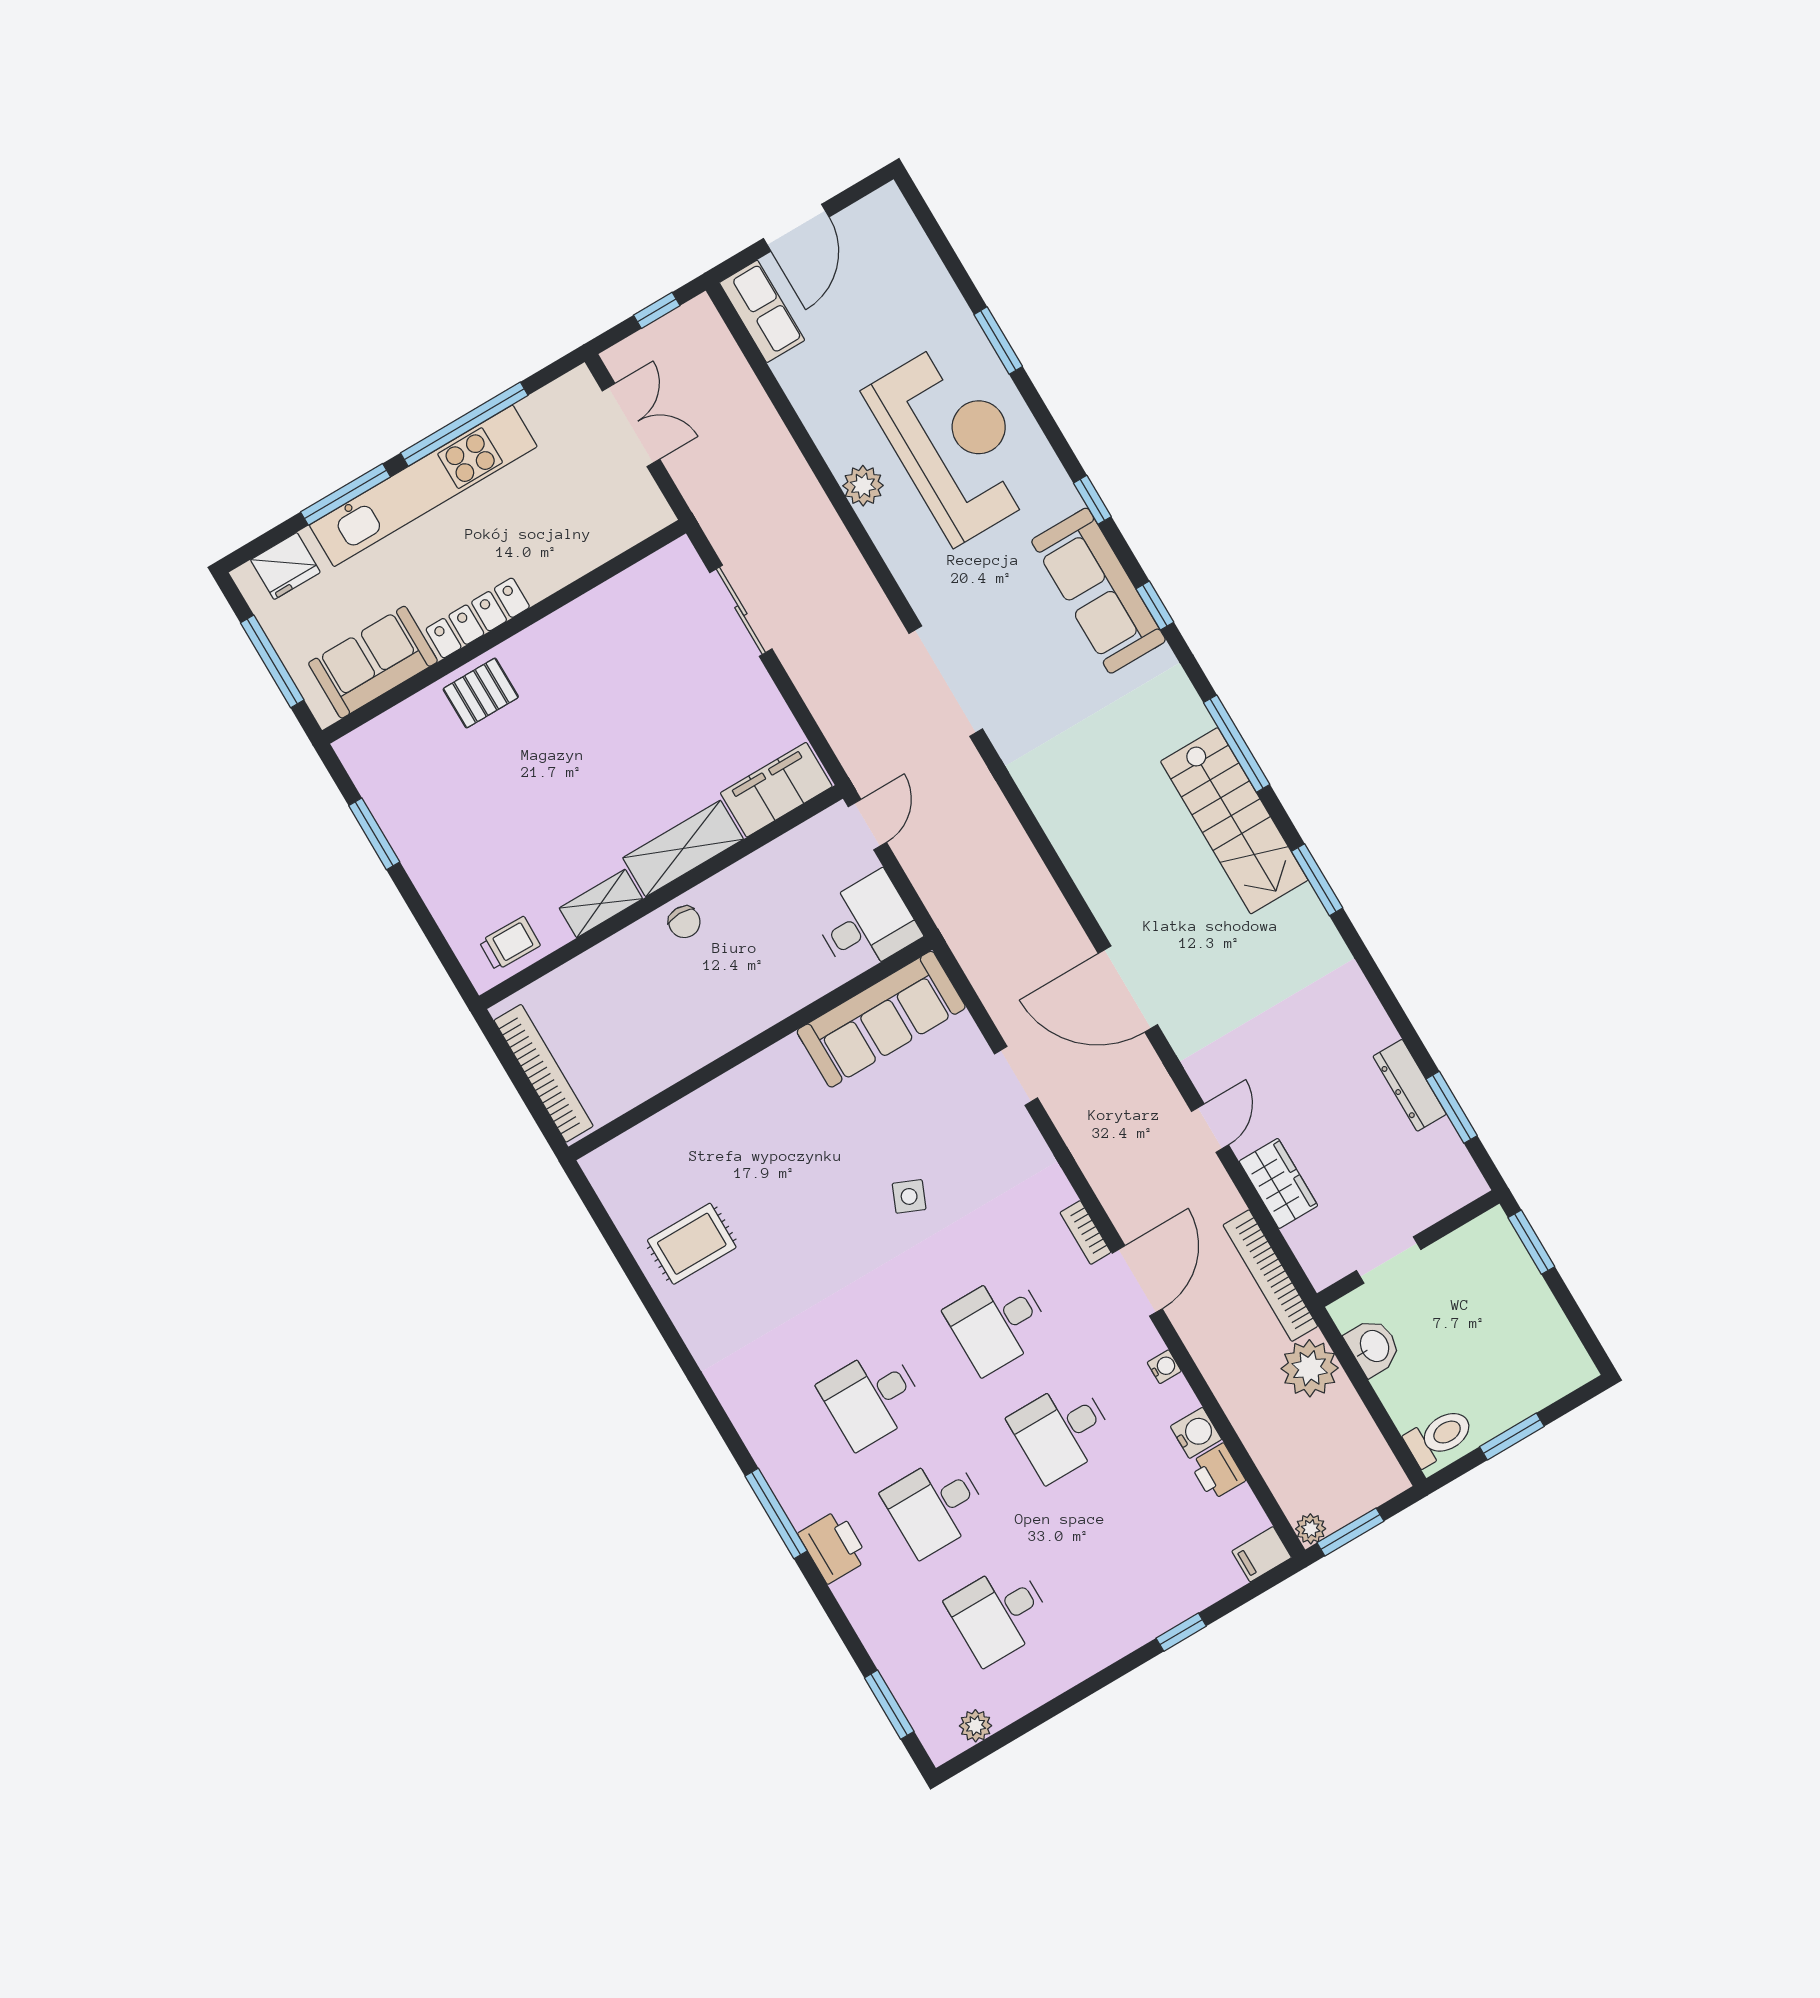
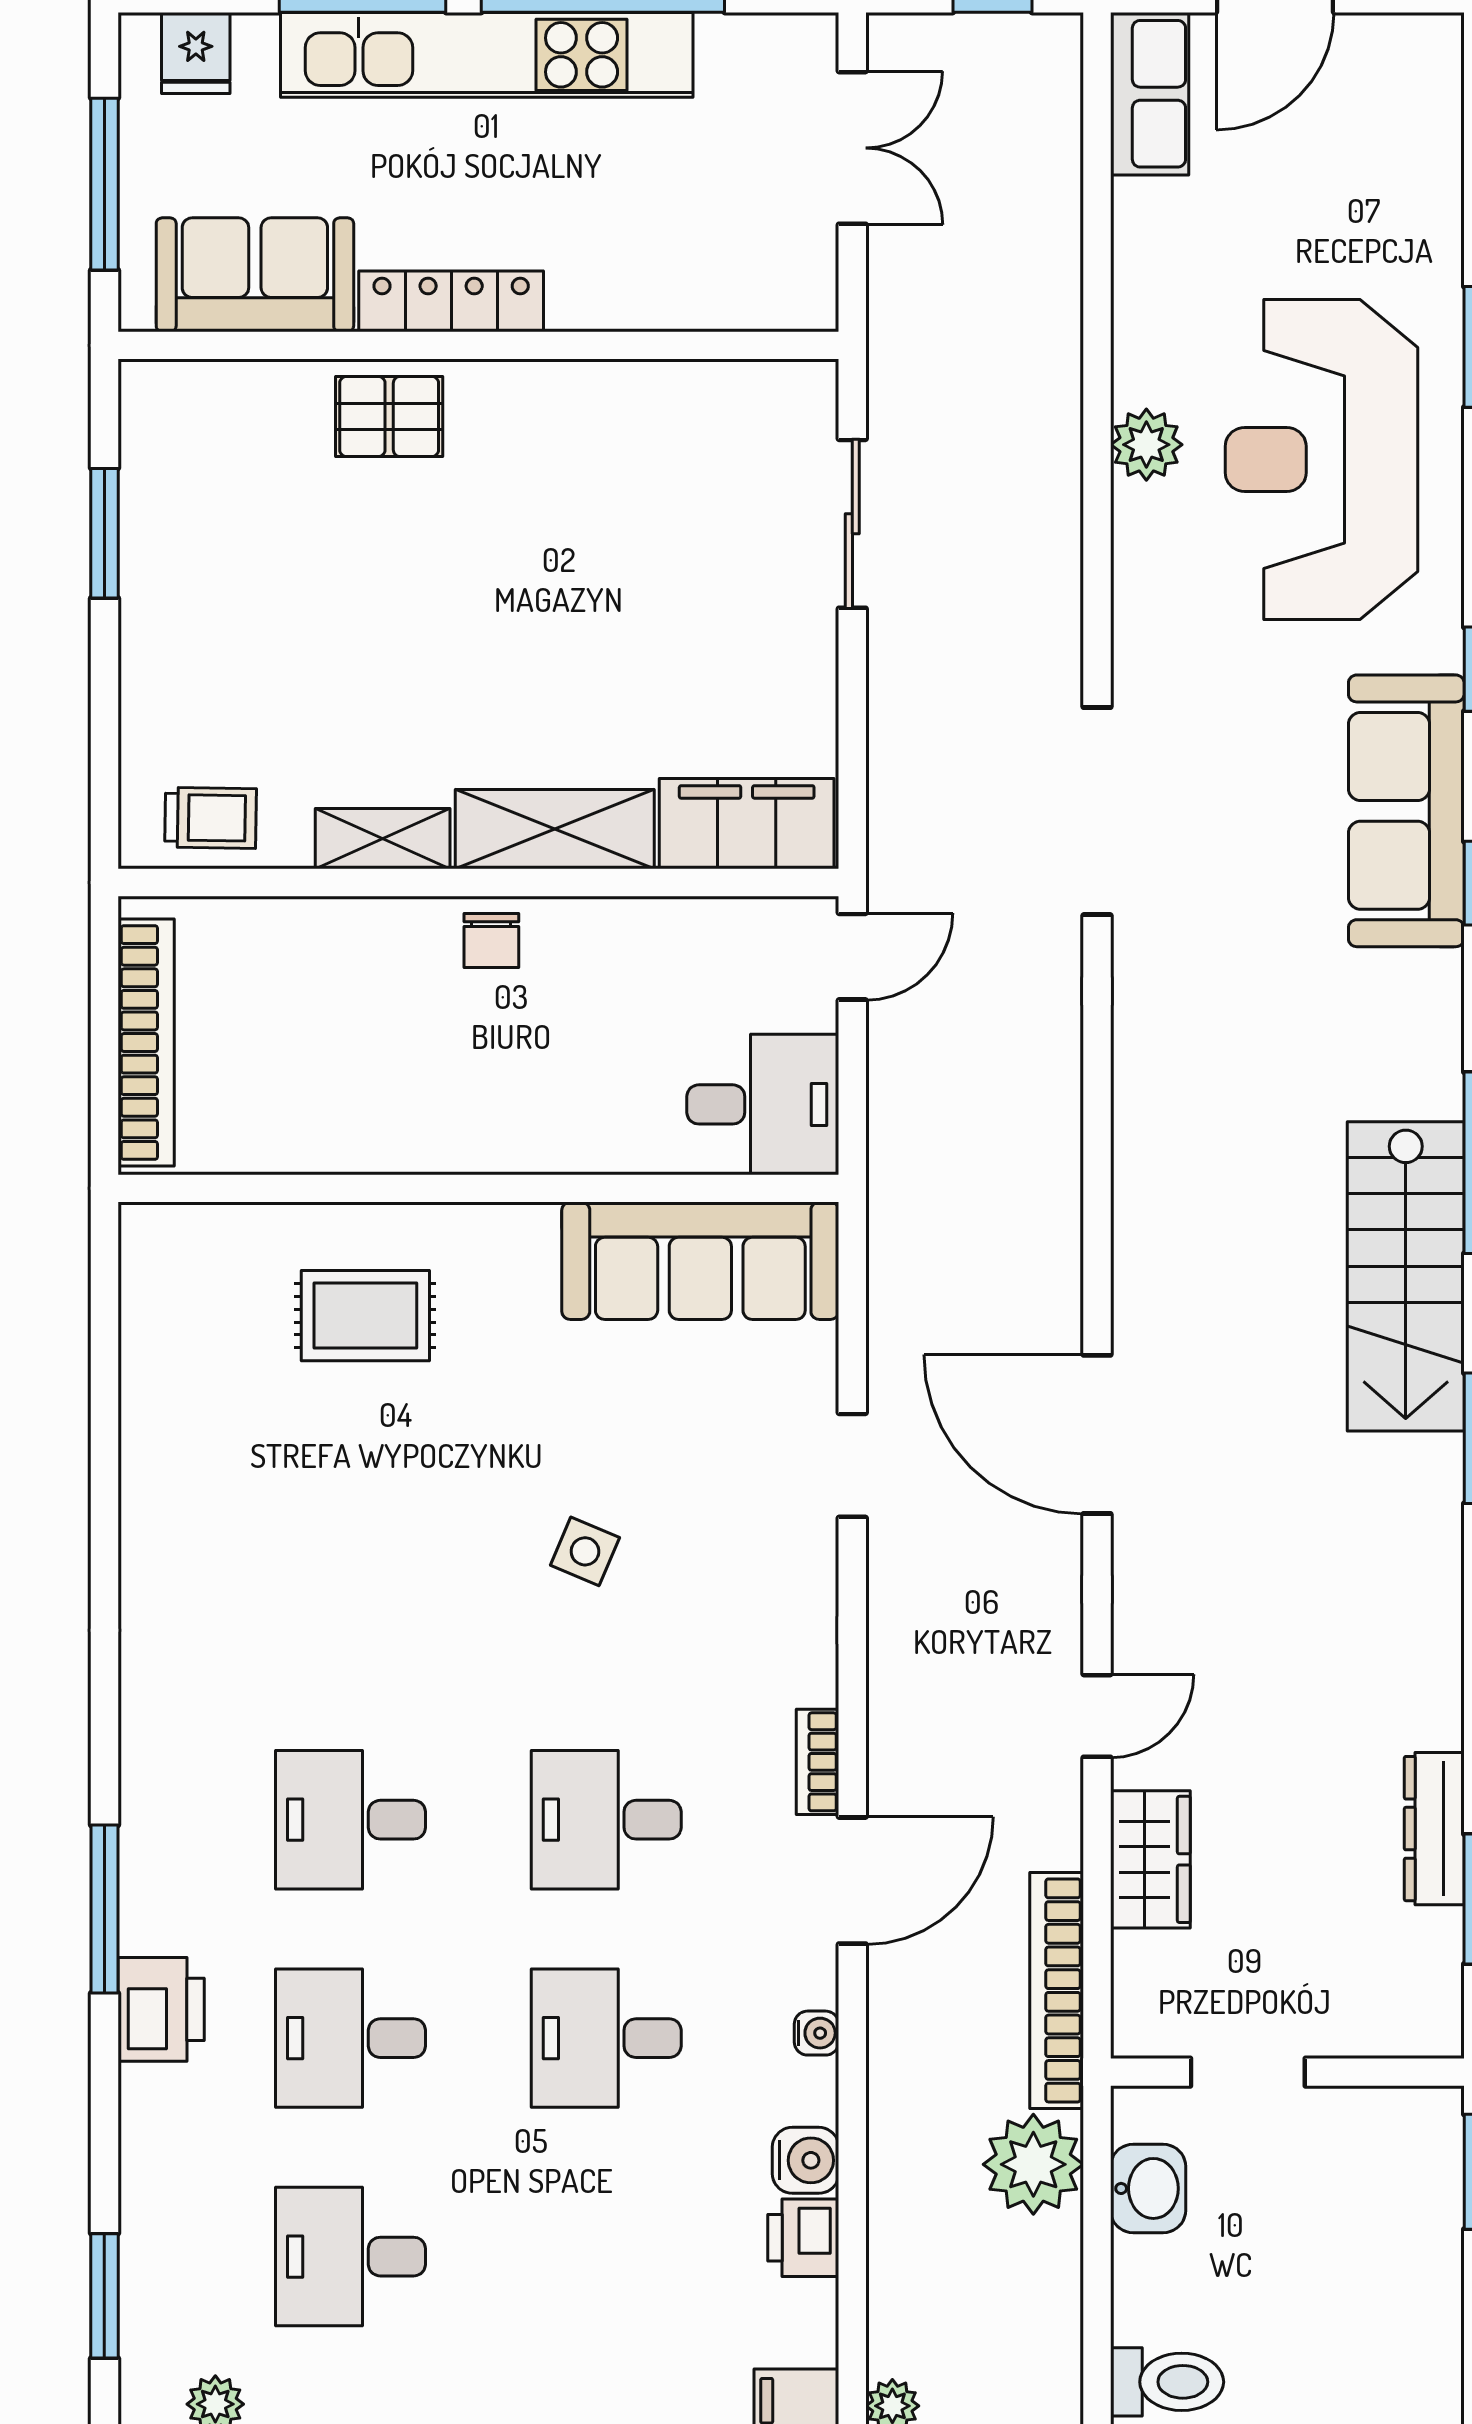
reception desk: (954, 442) -> (1322, 460), turned 180
fridge: (285, 566) -> (196, 53), width x0.72
rug: (692, 1244) -> (365, 1316), moved

